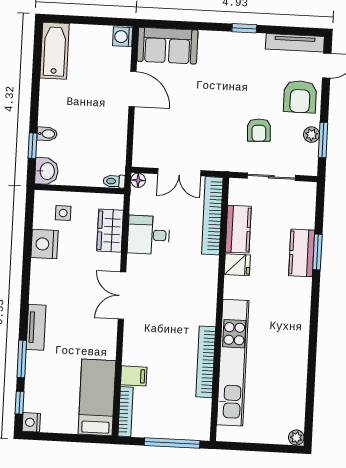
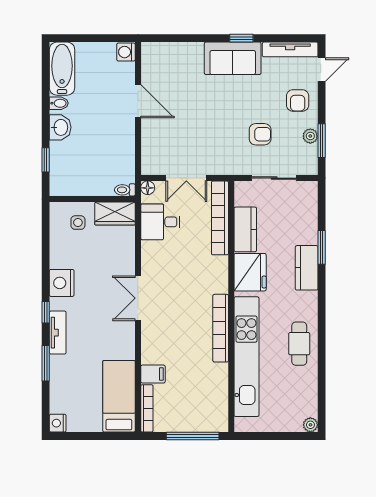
sofa: (167, 46) -> (233, 58), moved
armchair: (300, 97) -> (298, 100), width x0.72, depth x0.72
armchair: (259, 130) -> (260, 134), turned -87
bidet: (47, 134) -> (59, 103), moved
washbasin: (47, 171) -> (60, 127), moved
wardrobe: (110, 231) -> (115, 213), moved, turned -90
desk: (149, 235) -> (160, 222), moved
nightstand: (44, 244) -> (62, 283), moved
kitchen counter: (302, 253) -> (307, 268), moved
fridge: (237, 265) -> (250, 272), width x1.88, depth x1.34
cafe table: (289, 352) -> (299, 344), added
bookcase: (206, 362) -> (221, 328), moved
window: (20, 403) -> (46, 312), moved

